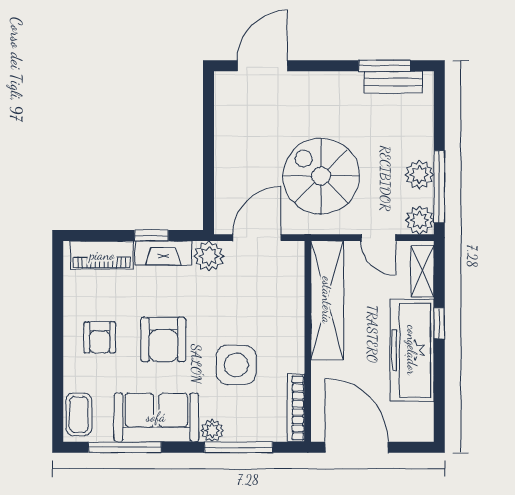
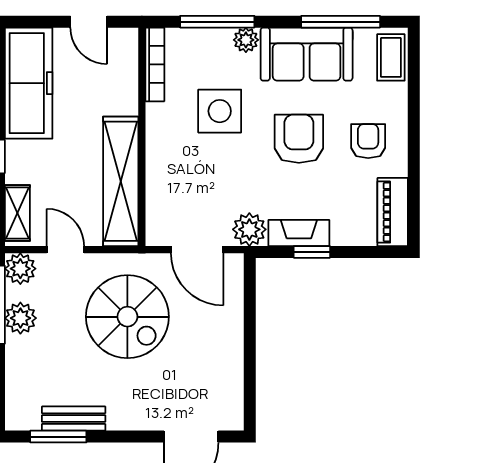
bench: (393, 82) -> (74, 419), moved
door: (257, 238) -> (197, 250), hinge flipped
piano: (102, 255) -> (393, 212), moved, turned -90
freezer: (412, 350) -> (29, 83), moved
door: (357, 447) -> (89, 22), width x0.53

